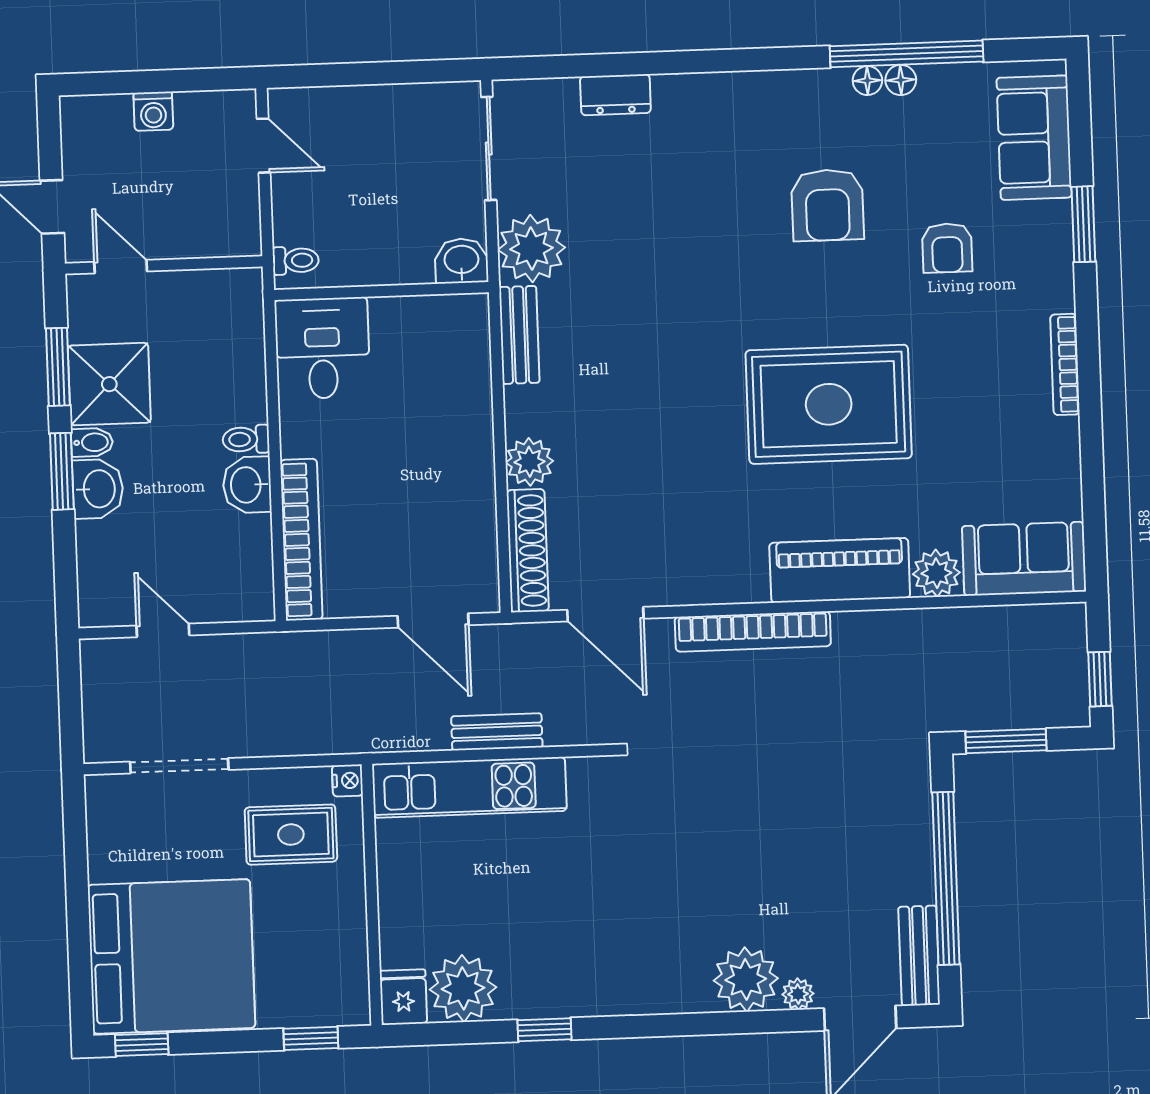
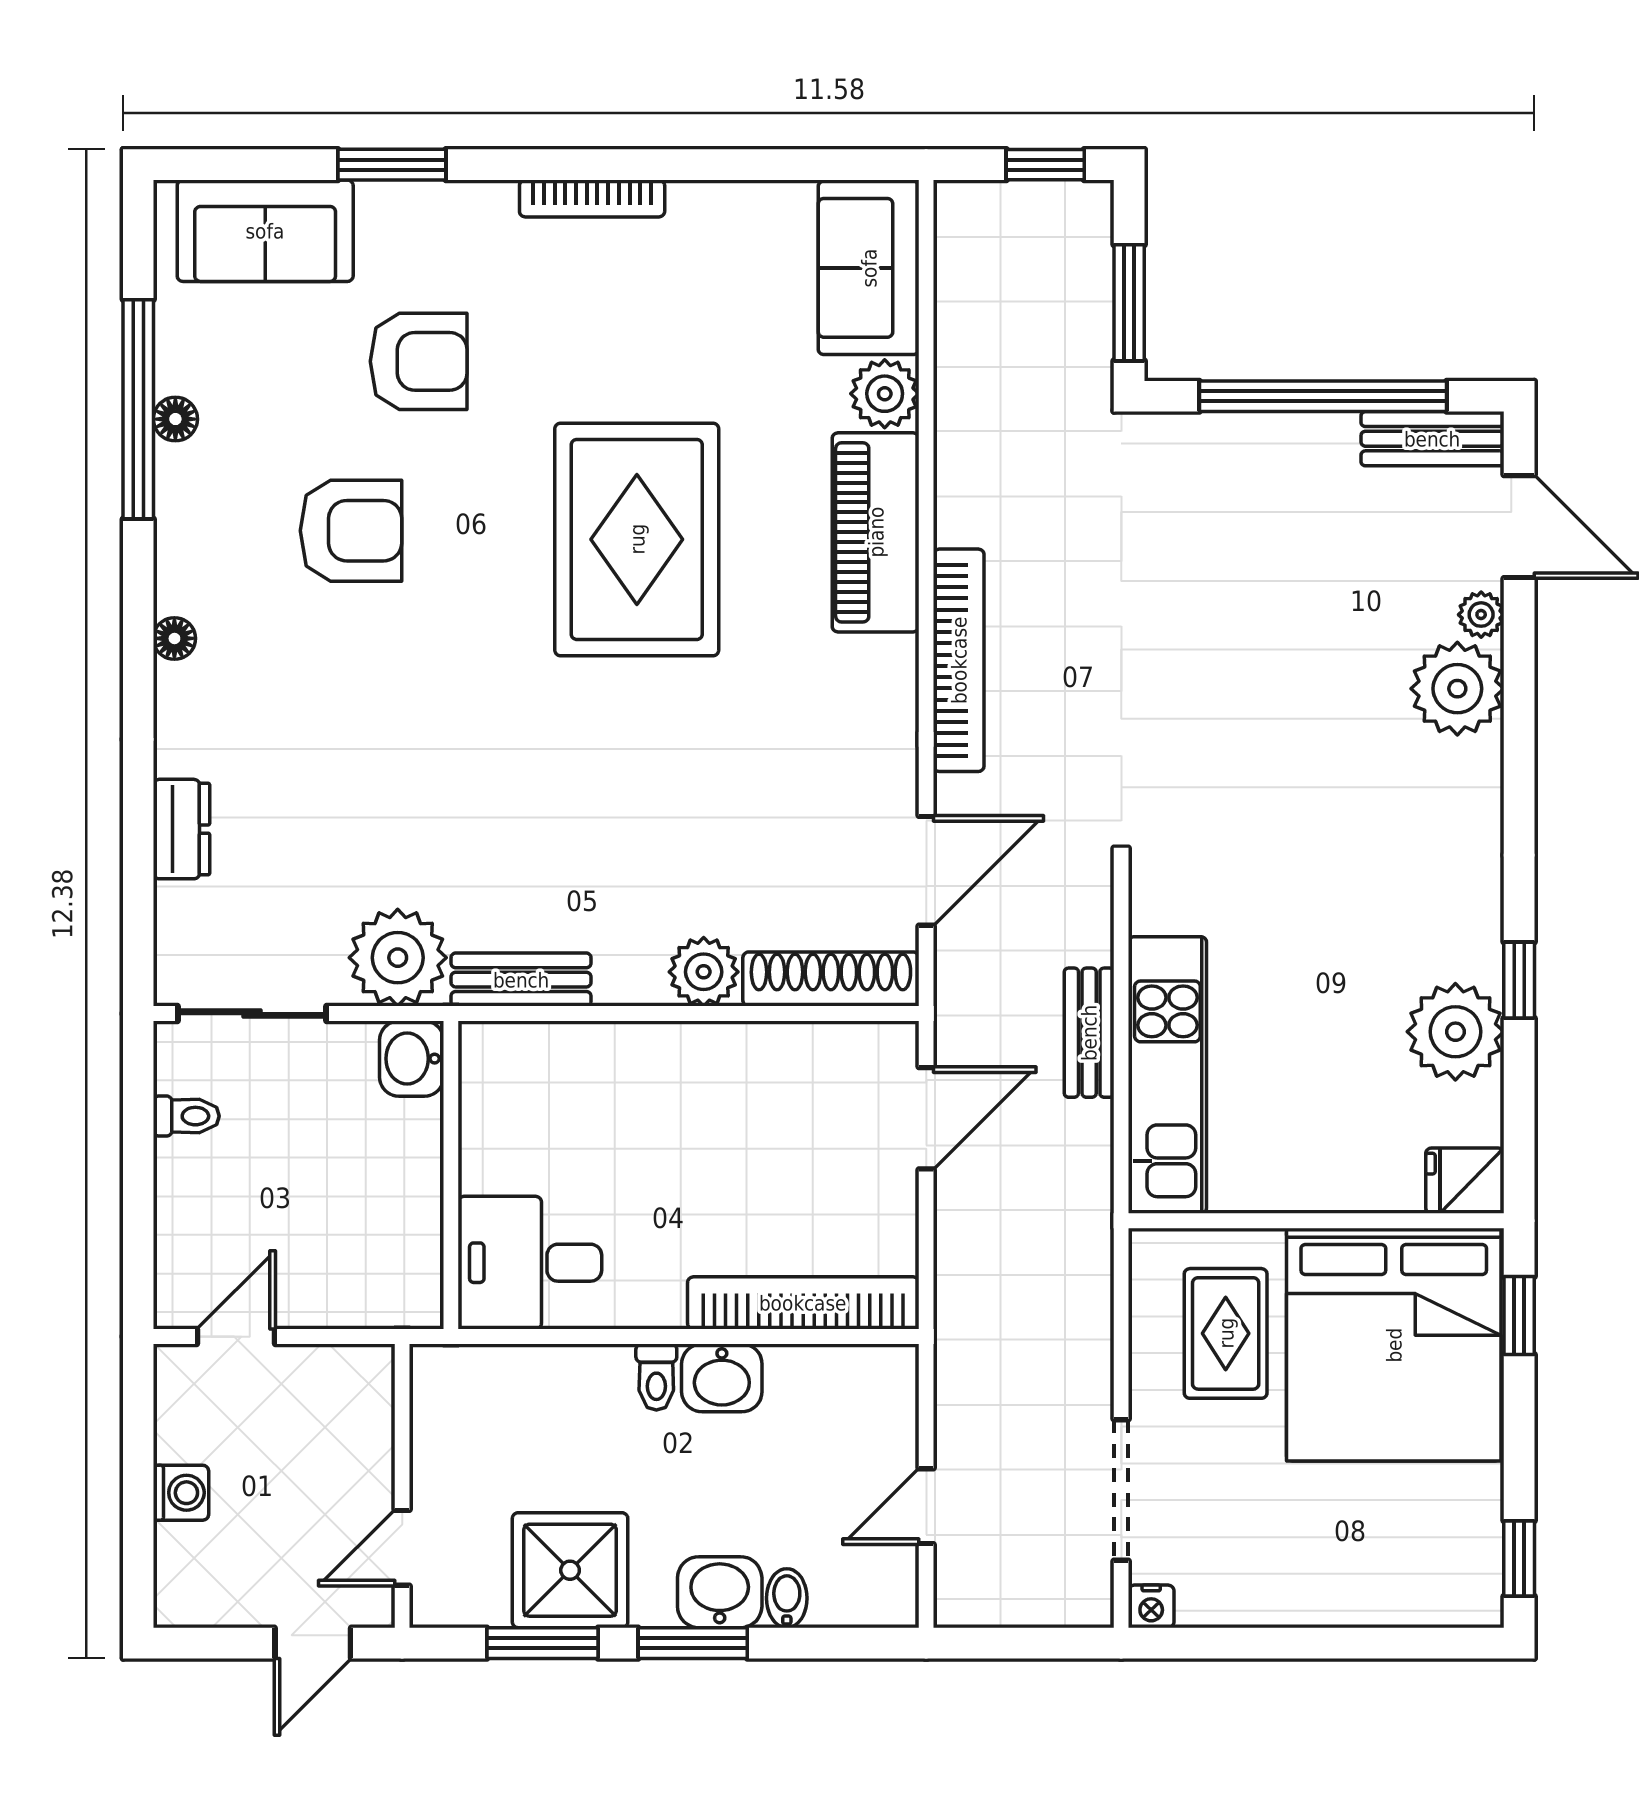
floor lamp: (867, 81) -> (174, 638), moved
armchair: (947, 248) -> (419, 361), width x1.38, depth x1.38
toilet: (296, 260) -> (186, 1116), moved, turned 90
bidet: (92, 442) -> (787, 1598), moved
nightstand: (347, 781) -> (1151, 1606), moved, turned 180
bed: (171, 956) -> (1394, 1345), moved, turned 180
plant: (463, 988) -> (1455, 1032), moved

